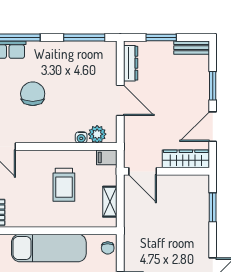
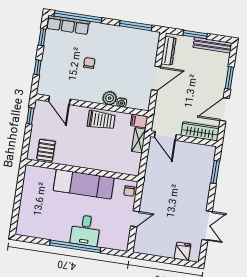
bench: (192, 48) -> (213, 45), width x1.36
chair: (33, 94) -> (89, 63), width x0.54, depth x0.54
door: (120, 100) -> (156, 78), hinge flipped
plant: (97, 134) -> (110, 98), moved
trolley: (64, 185) -> (101, 120), moved, turned -90
shelving: (110, 202) -> (139, 140), moved

